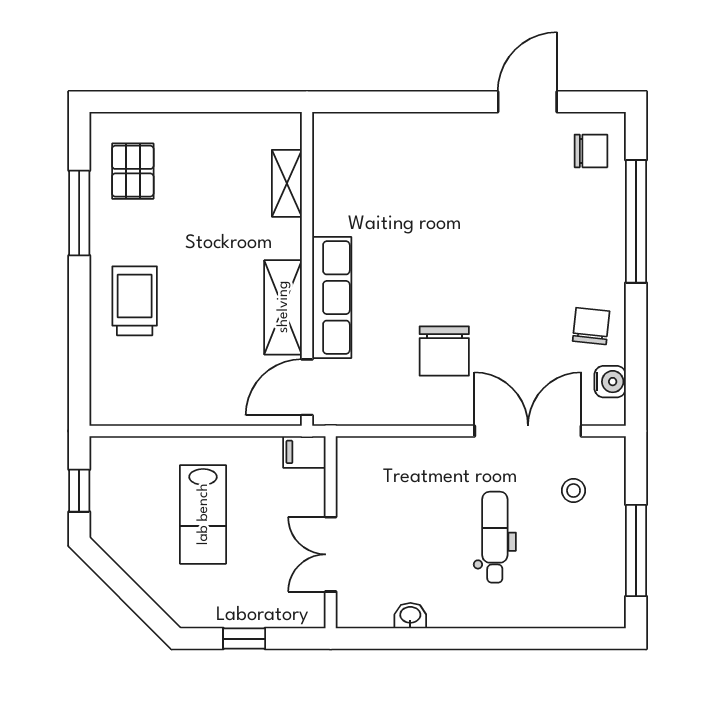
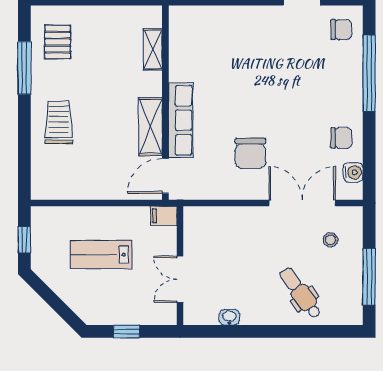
chair: (591, 326) -> (341, 138), turned 84
lab bench: (203, 514) -> (101, 255), turned 90
dental chair: (495, 537) -> (301, 293), moved, turned -36

